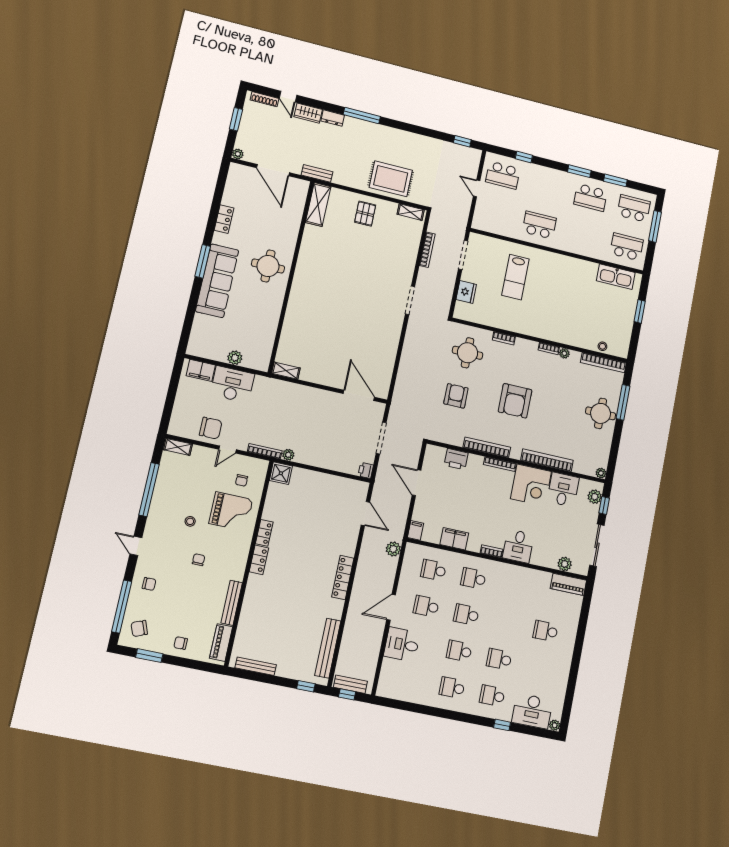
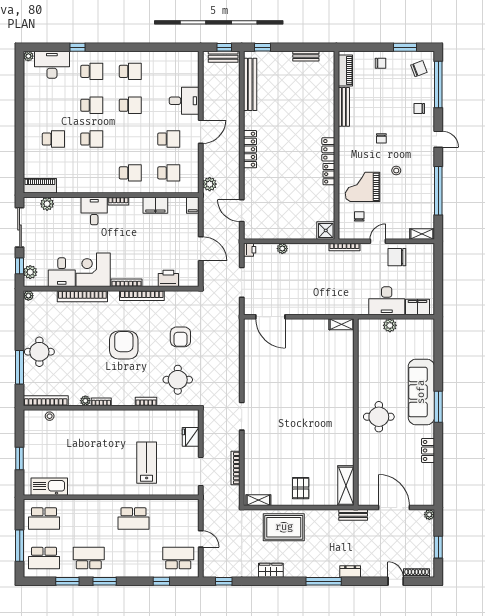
wardrobe: (308, 113) -> (271, 570), moved
plant: (288, 455) -> (282, 249), moved
school desk: (466, 615) -> (92, 139), moved
bench: (256, 666) -> (306, 56), width x0.73

